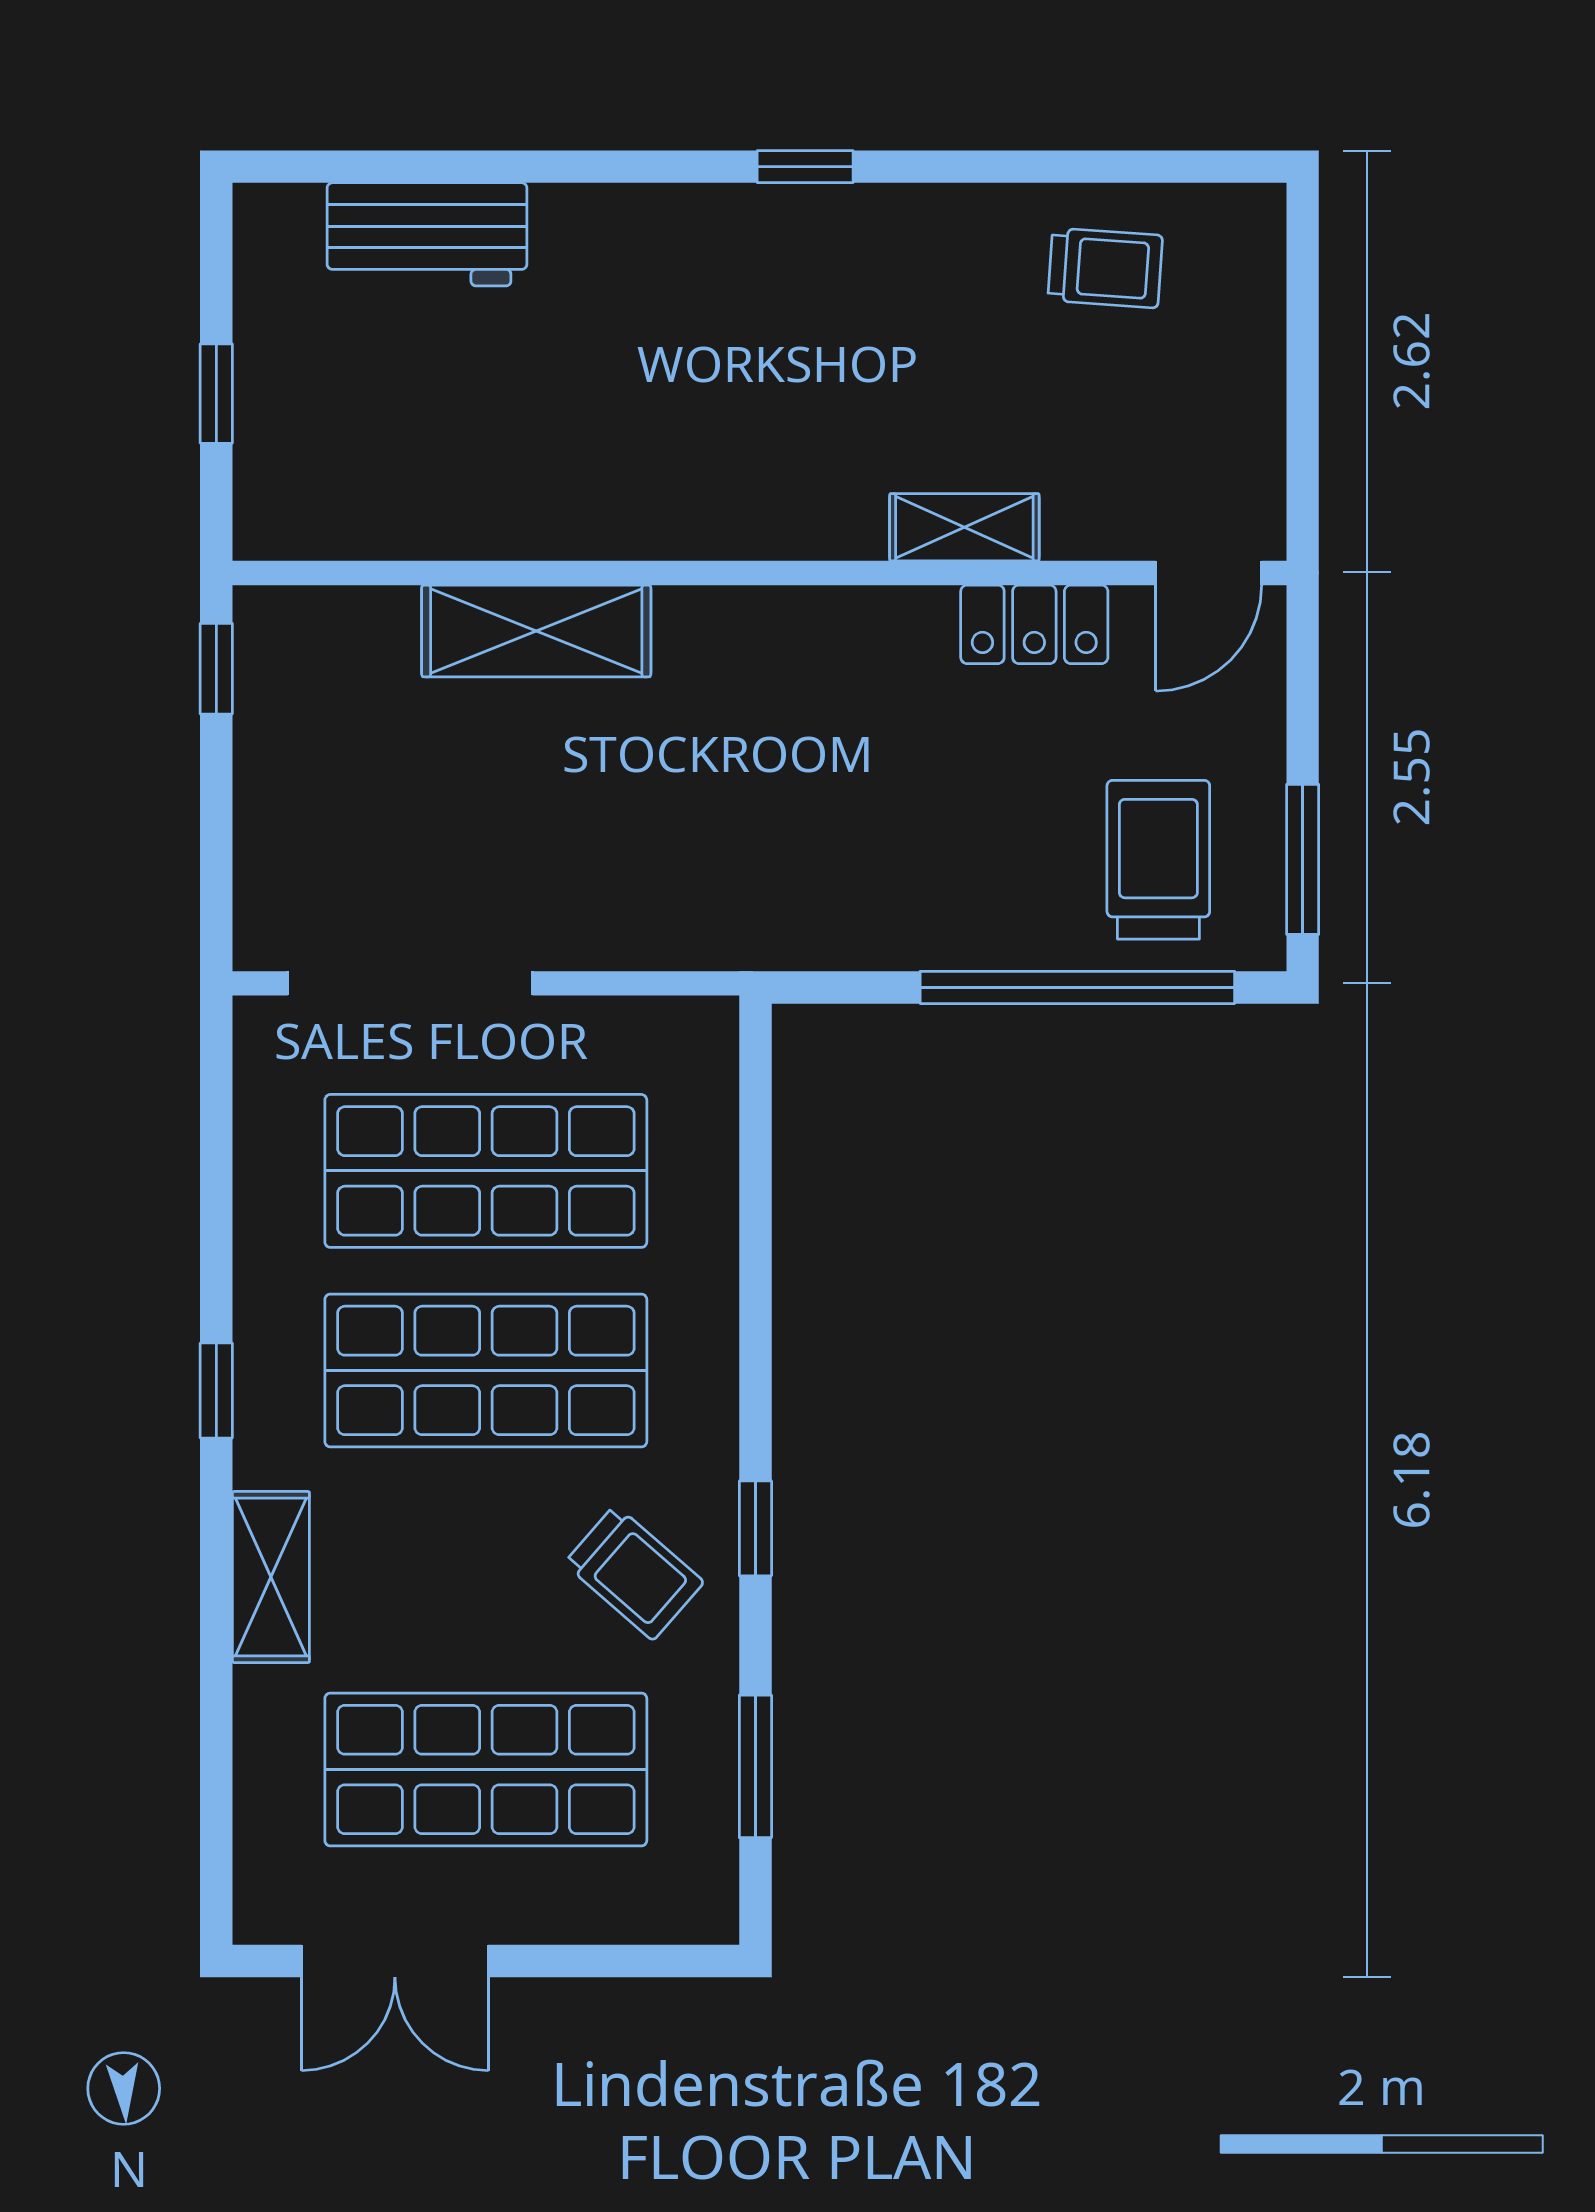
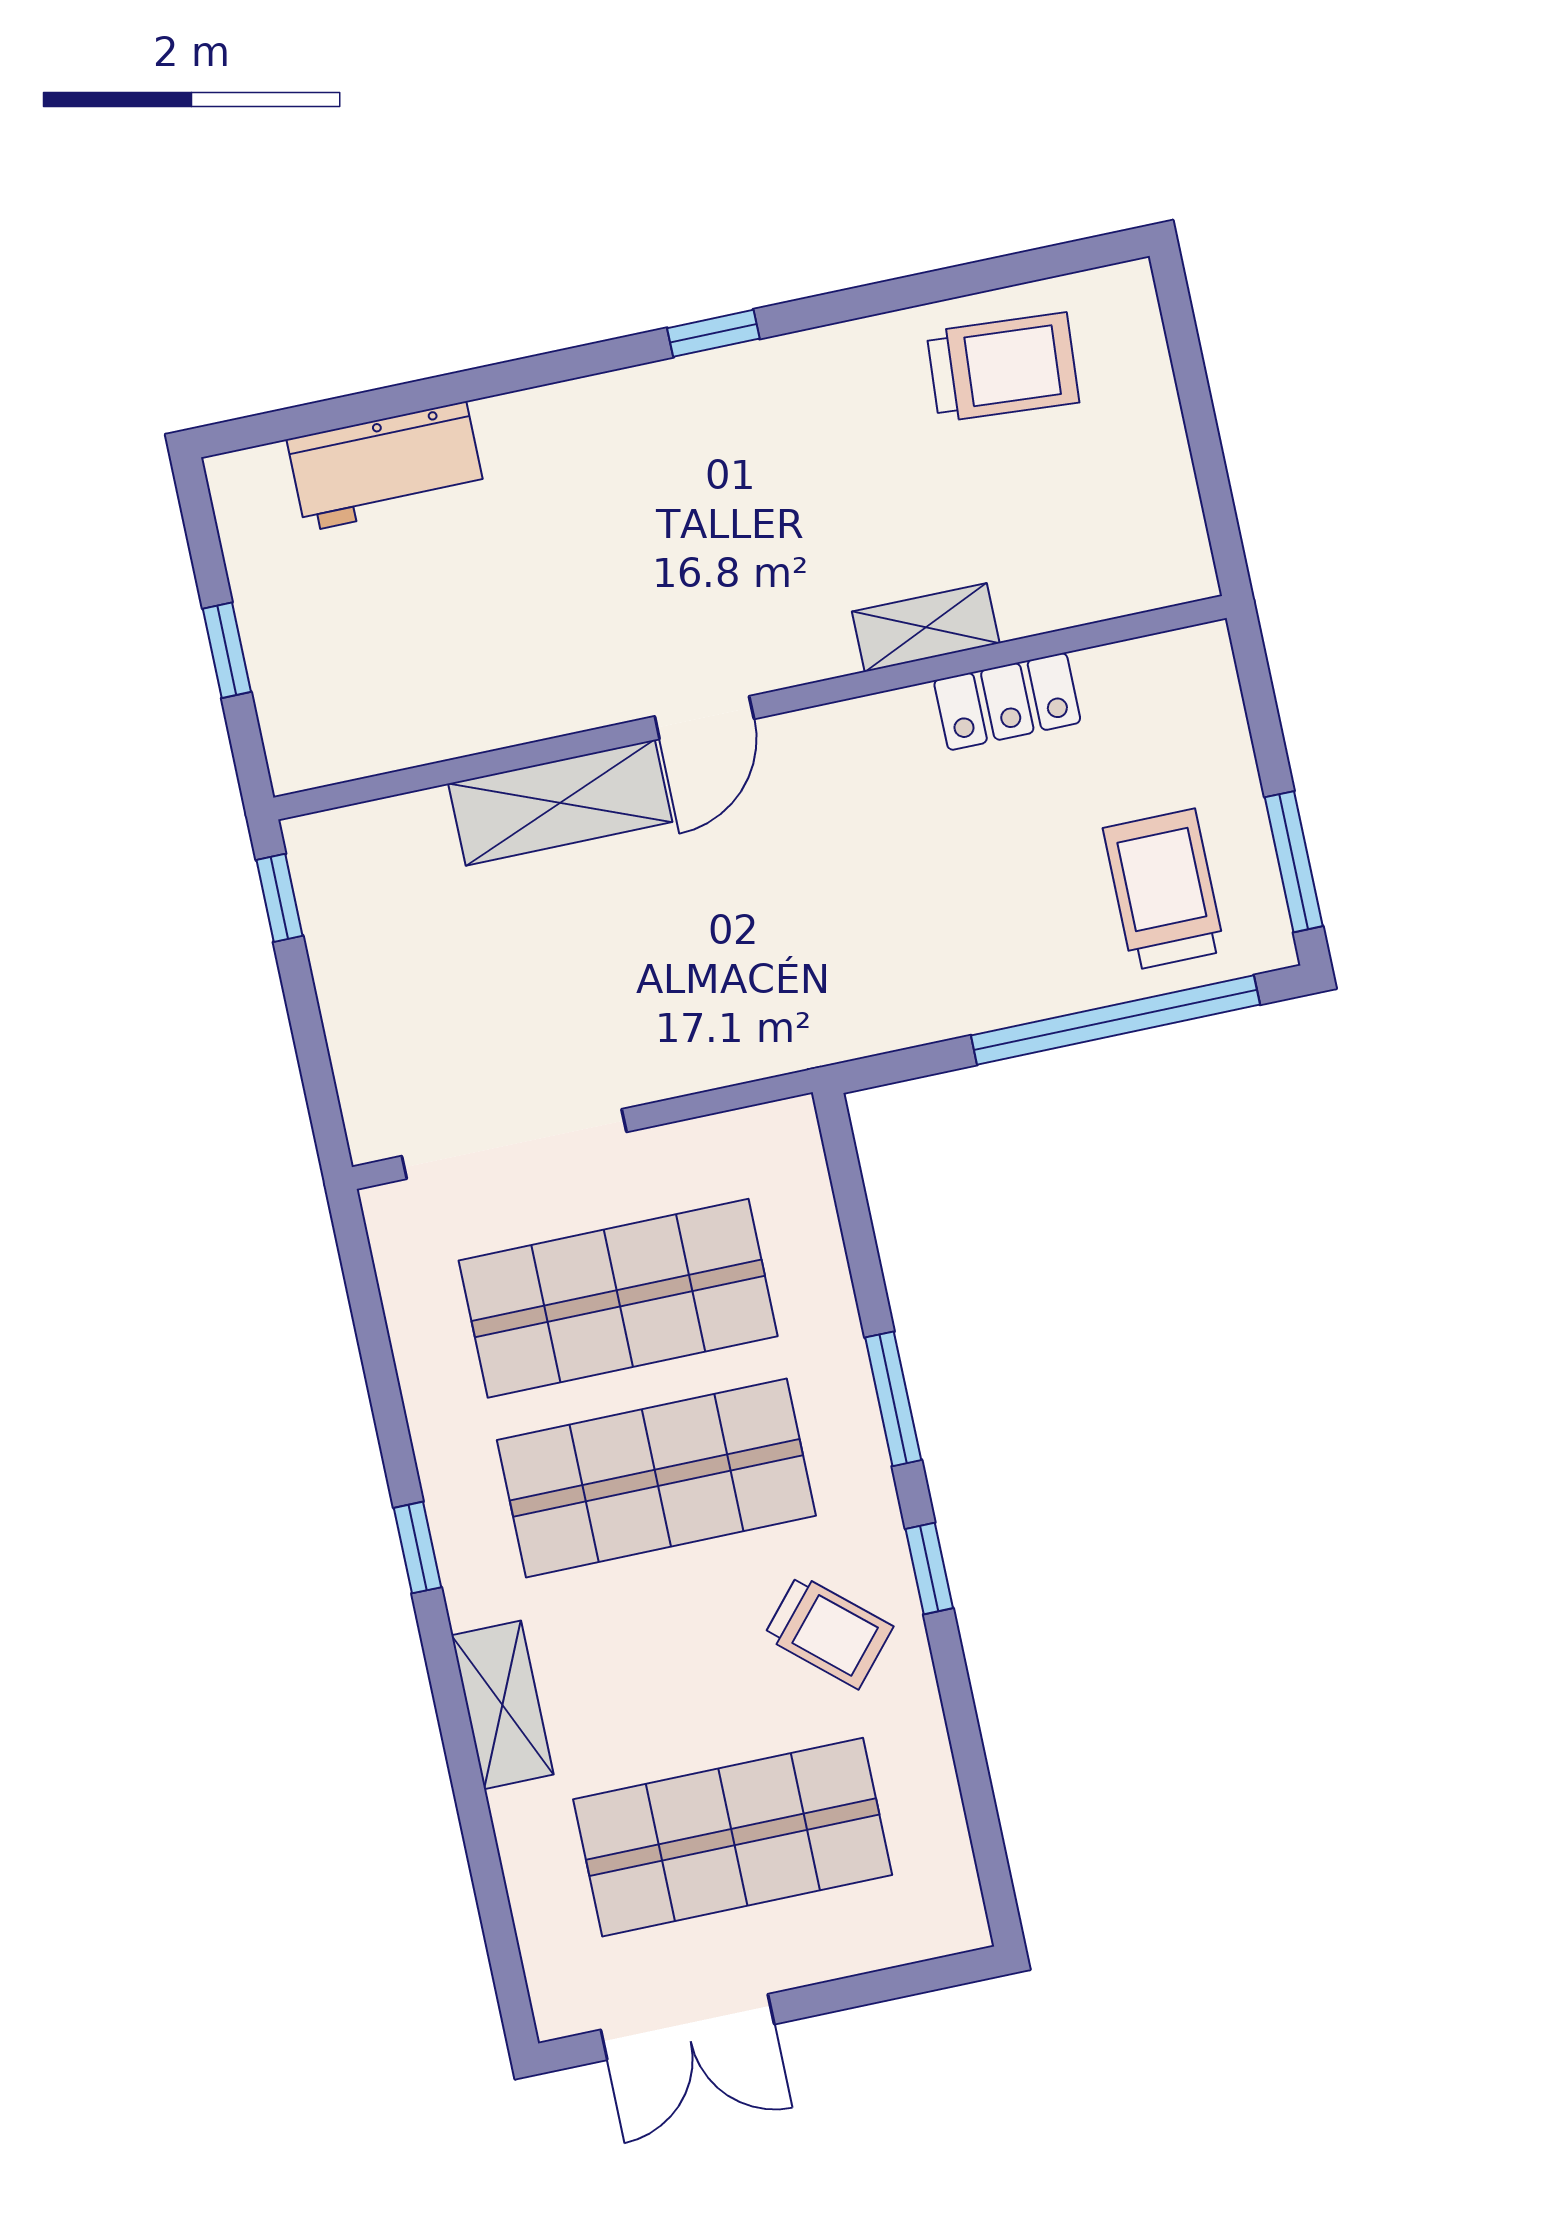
trolley: (1105, 268) -> (1003, 367), width x1.36, depth x1.39
door: (1209, 573) -> (704, 718), moved
window: (755, 1766) -> (893, 1399), moved

